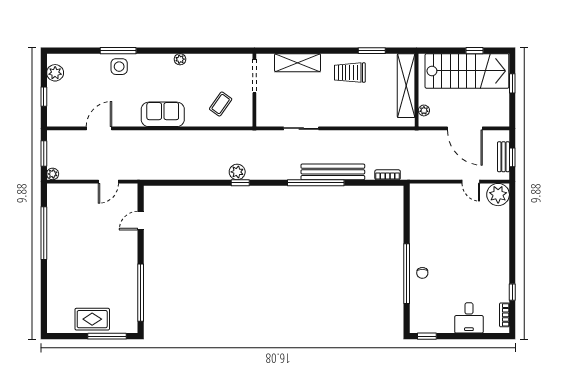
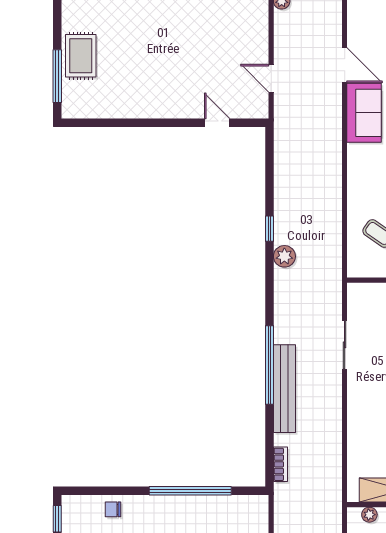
sofa: (163, 114) -> (364, 113), moved
window: (240, 183) -> (269, 229), moved
chair: (422, 273) -> (113, 509), moved
window: (407, 274) -> (190, 491), moved
window: (141, 293) -> (117, 123), removed

